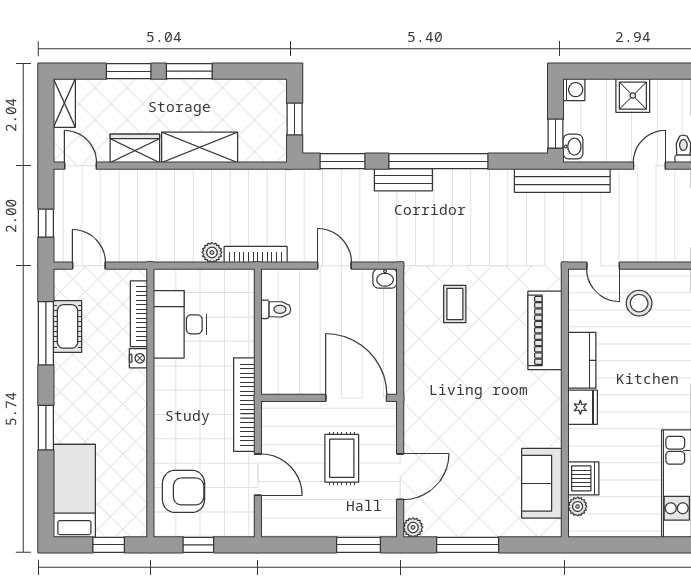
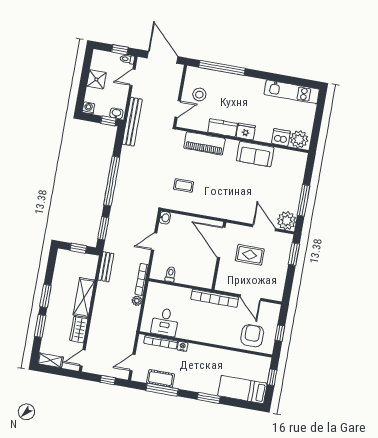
door: (649, 166) -> (132, 77), hinge flipped
bench: (403, 180) -> (106, 267), moved
desk: (180, 324) -> (165, 322), width x0.73
door: (356, 398) -> (221, 242), hinge flipped
door: (258, 475) -> (250, 298), swing flipped
sofa: (542, 483) -> (255, 154), moved
plant: (578, 506) -> (299, 139), width x1.88, depth x1.88
plant: (413, 527) -> (287, 221), width x1.88, depth x1.88

